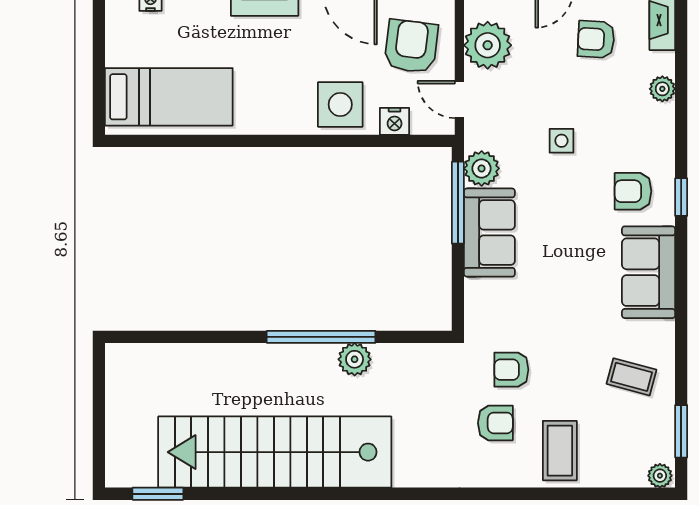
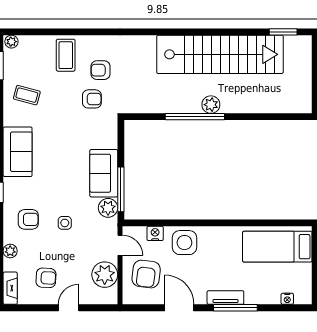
armchair: (633, 191) -> (28, 219), moved
plant: (355, 359) -> (211, 105), moved

